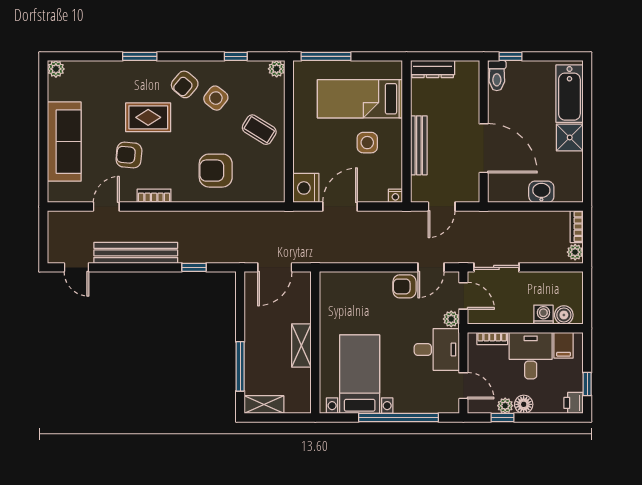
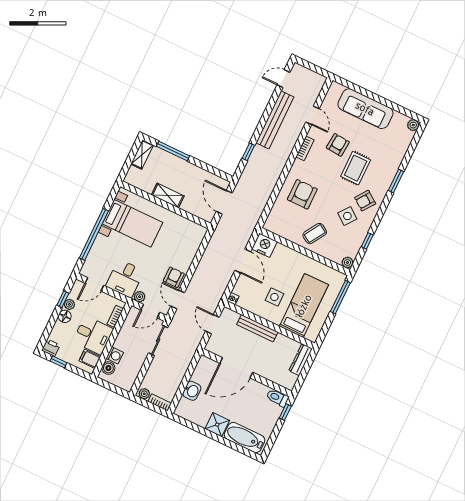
armchair: (185, 84) -> (365, 201), turned -94

